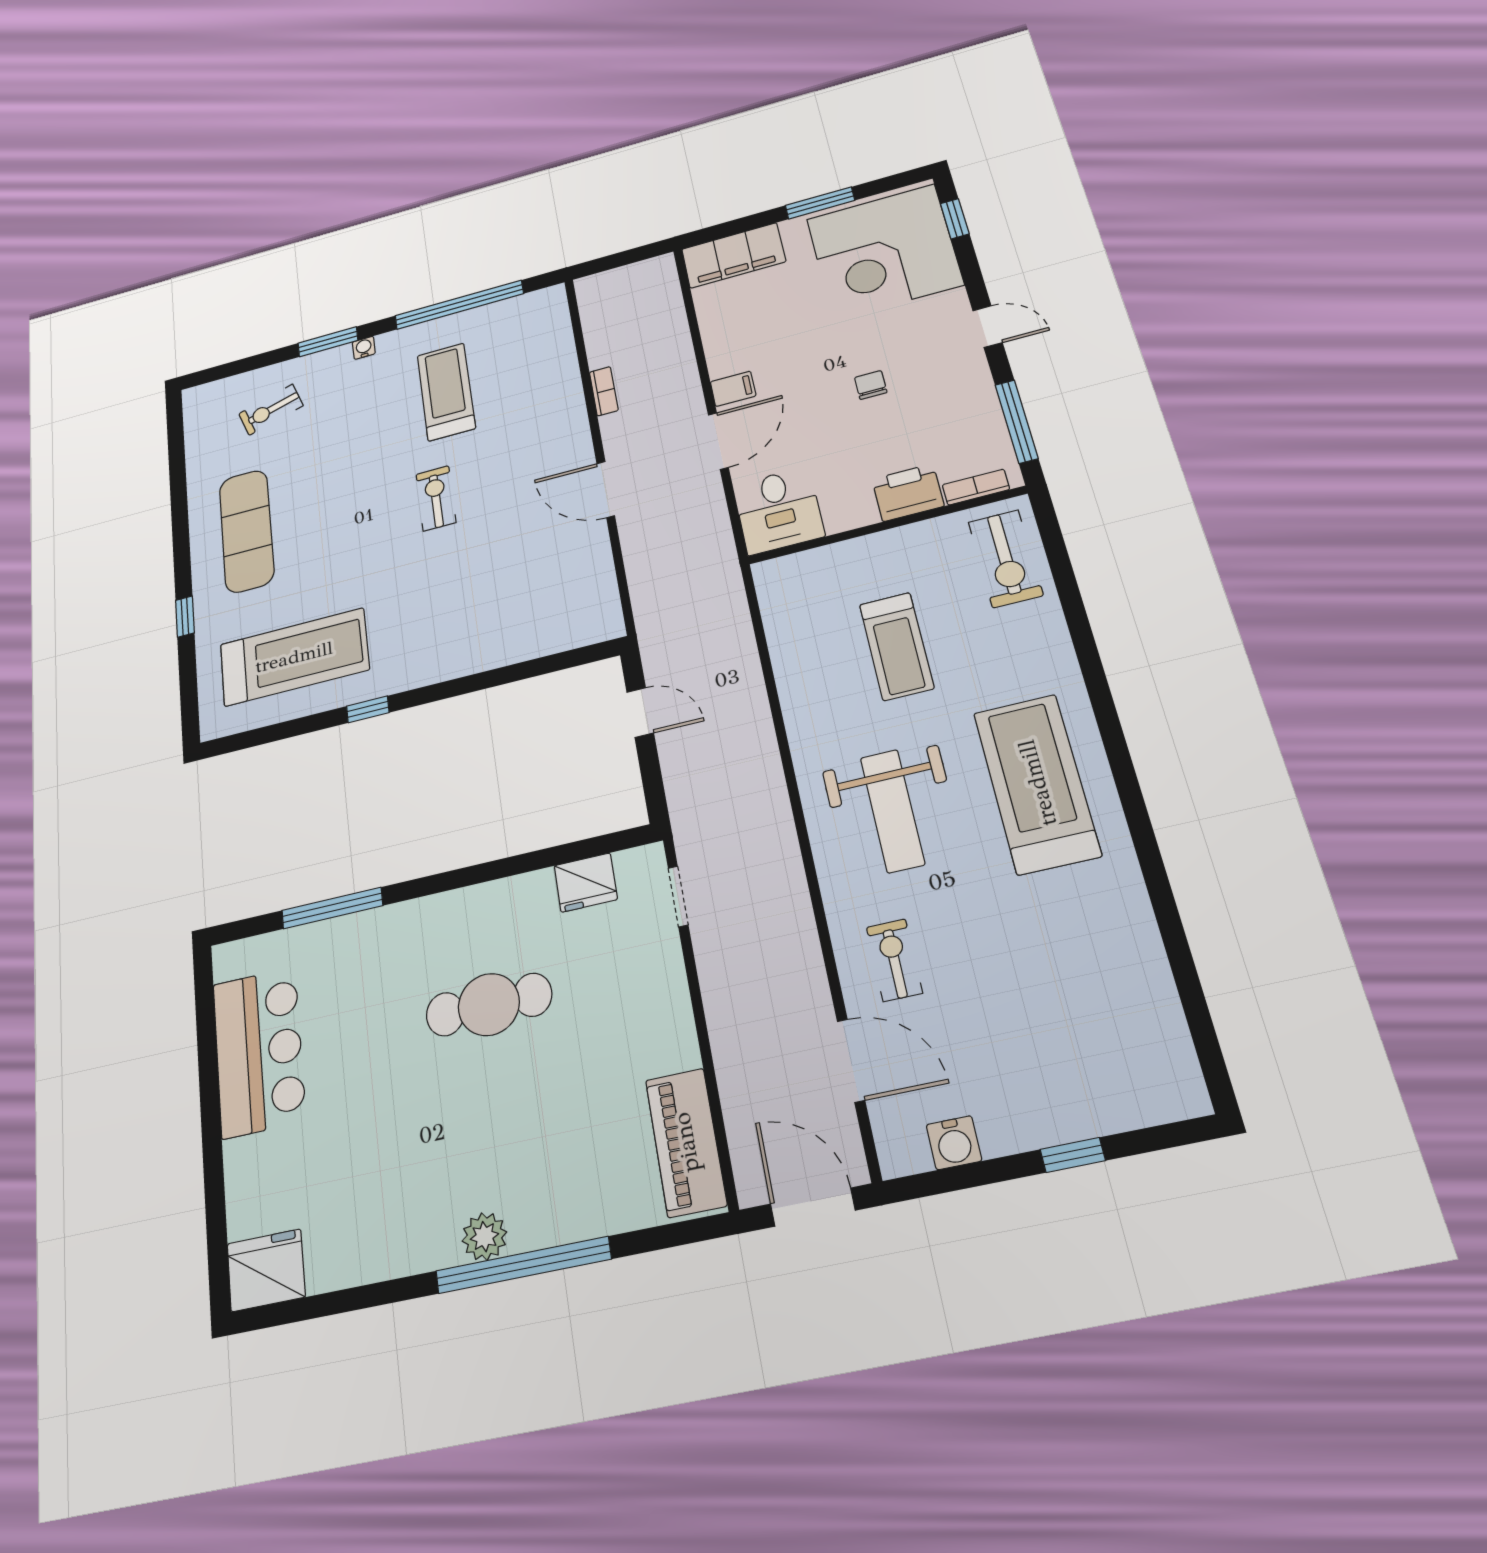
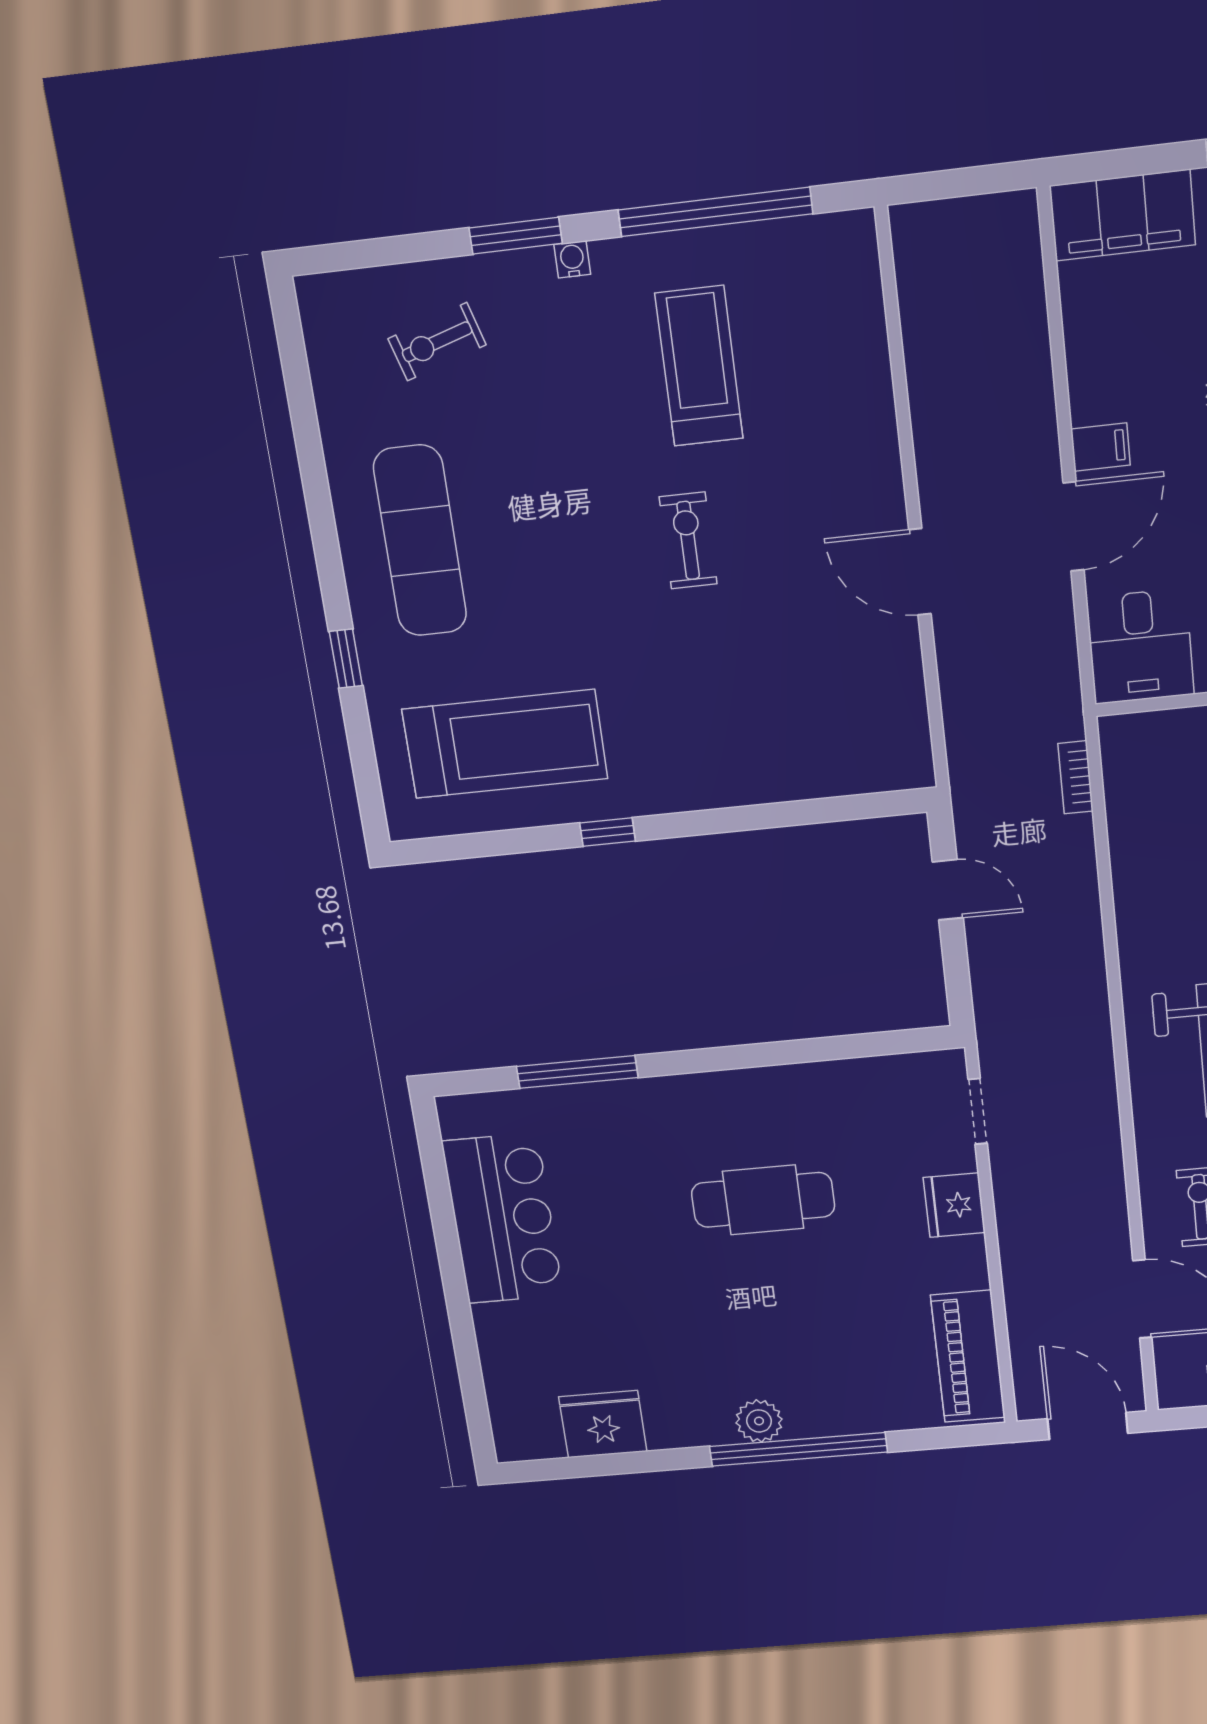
bookcase: (604, 391) -> (1076, 777), moved, turned 180
fridge: (586, 883) -> (954, 1205), moved, turned 90
fridge: (266, 1270) -> (603, 1424), moved

